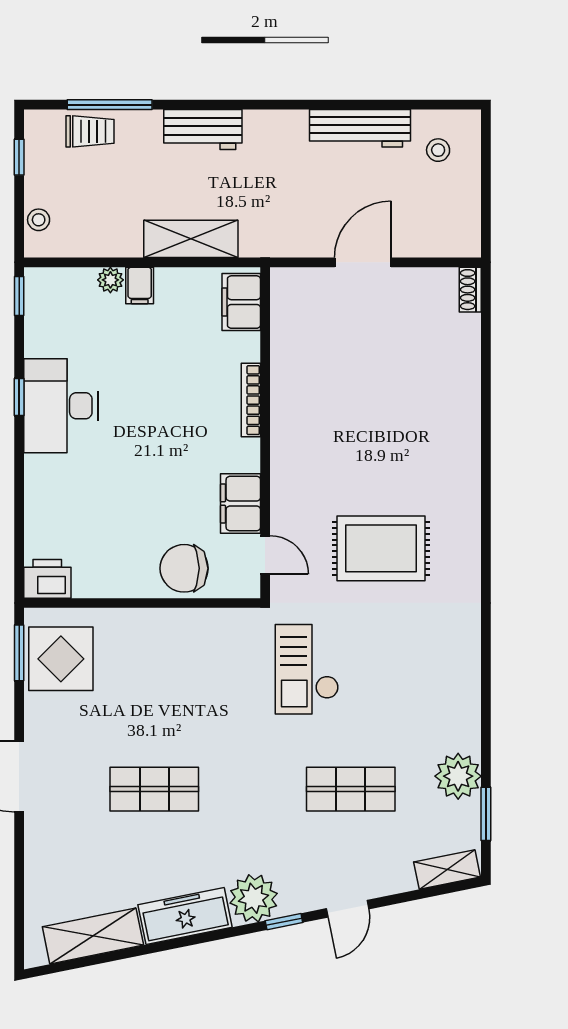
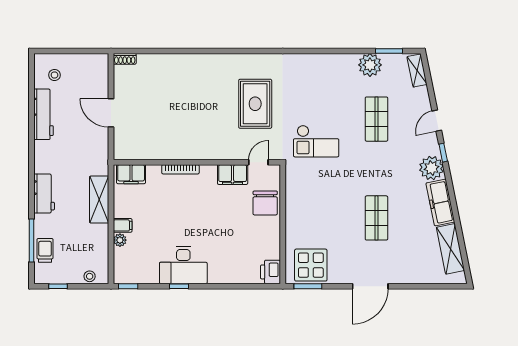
door: (348, 909) -> (437, 121), swing flipped

